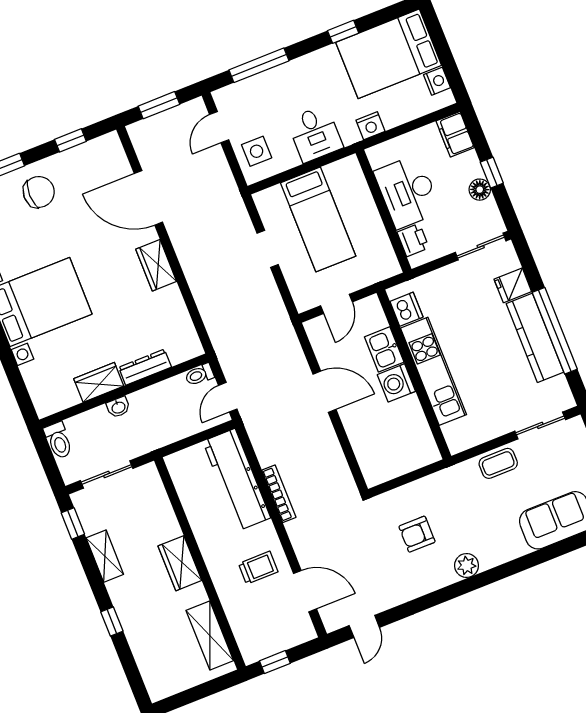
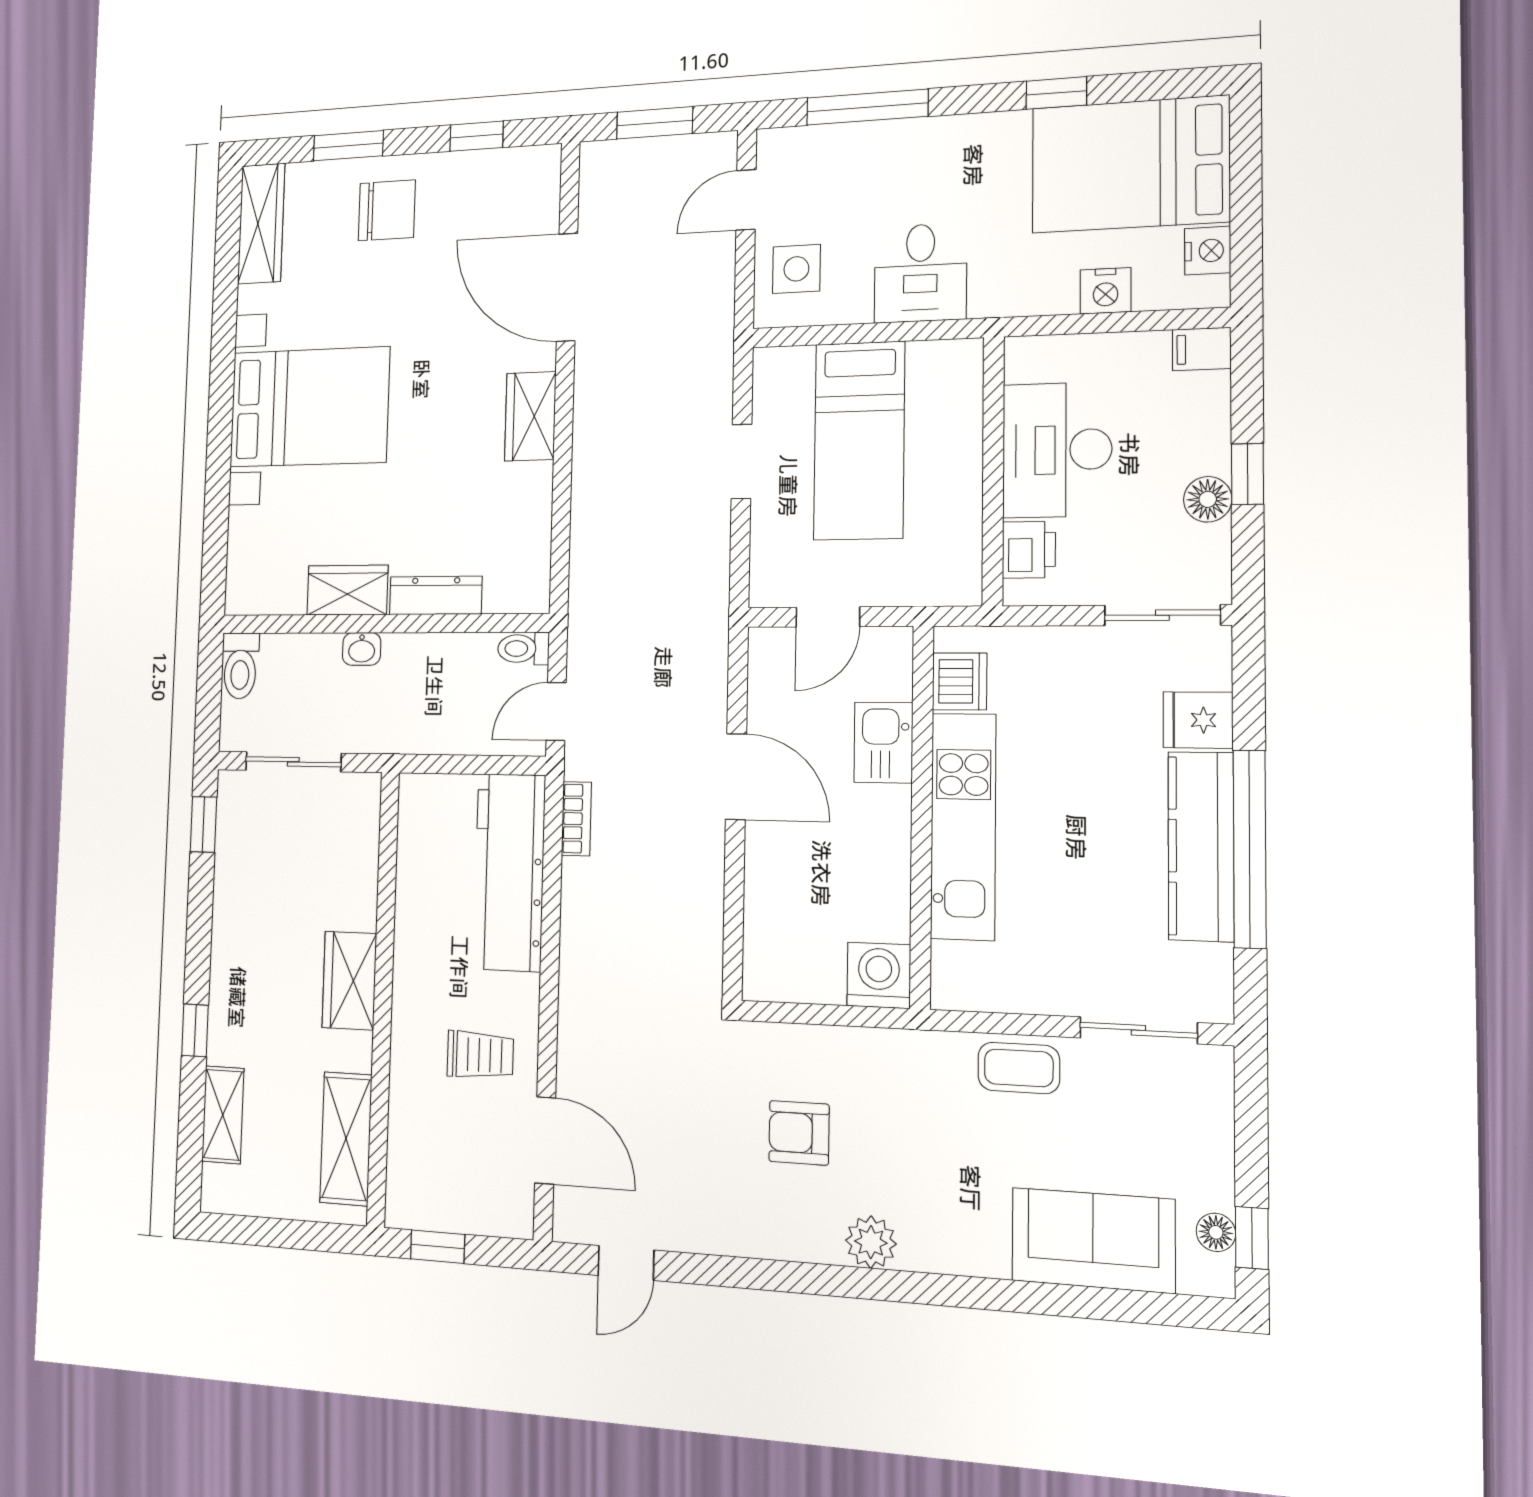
nightstand: (371, 126) -> (1106, 291), moved
filing cabinet: (455, 134) -> (1202, 349), width x0.50
washing machine: (396, 383) -> (879, 975), moved, turned 90
bookcase: (279, 494) -> (576, 819), moved, width x0.64
shelving: (105, 556) -> (223, 1115), moved

